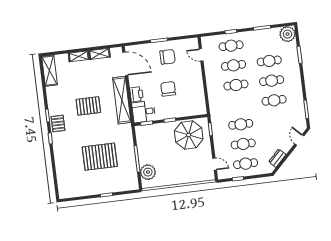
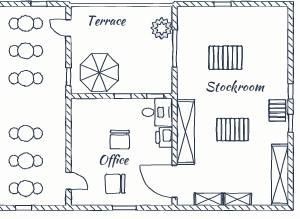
shelving: (50, 71) -> (280, 175), width x1.47
pallet: (100, 157) -> (225, 58), width x0.73, depth x0.71

